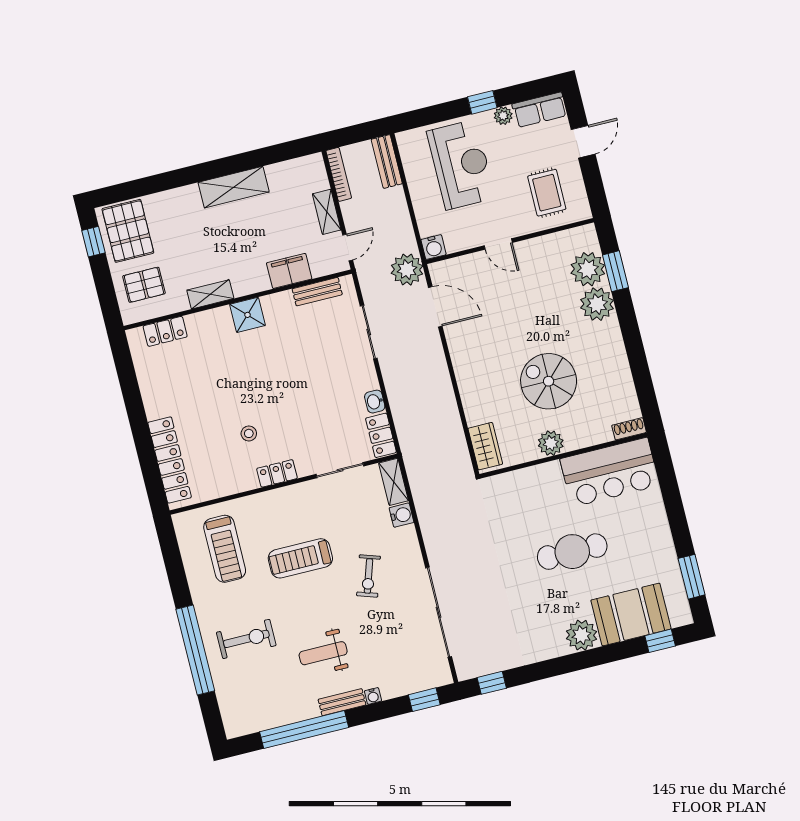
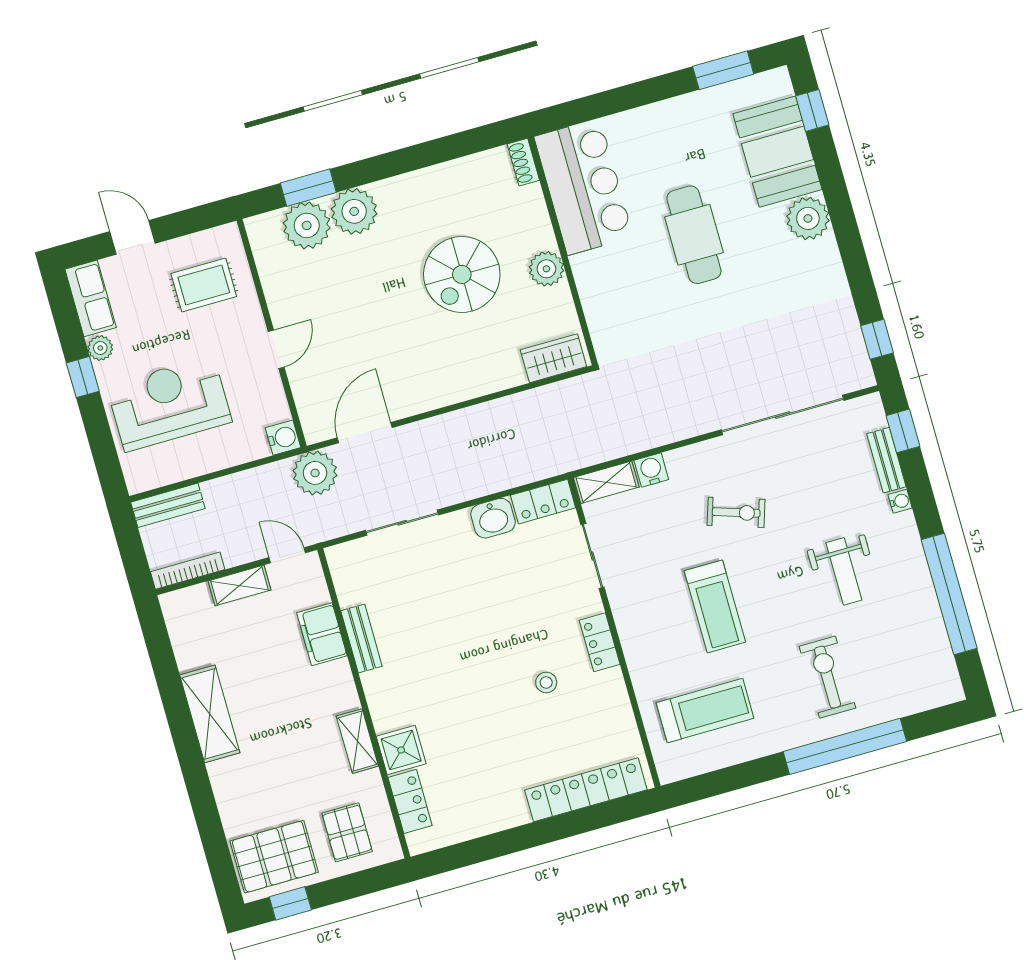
bench: (317, 292) -> (361, 638), moved
shower: (248, 315) -> (401, 750), moved
washbasin: (375, 402) -> (493, 518), width x1.38, depth x1.45
bench: (342, 702) -> (886, 460), moved

